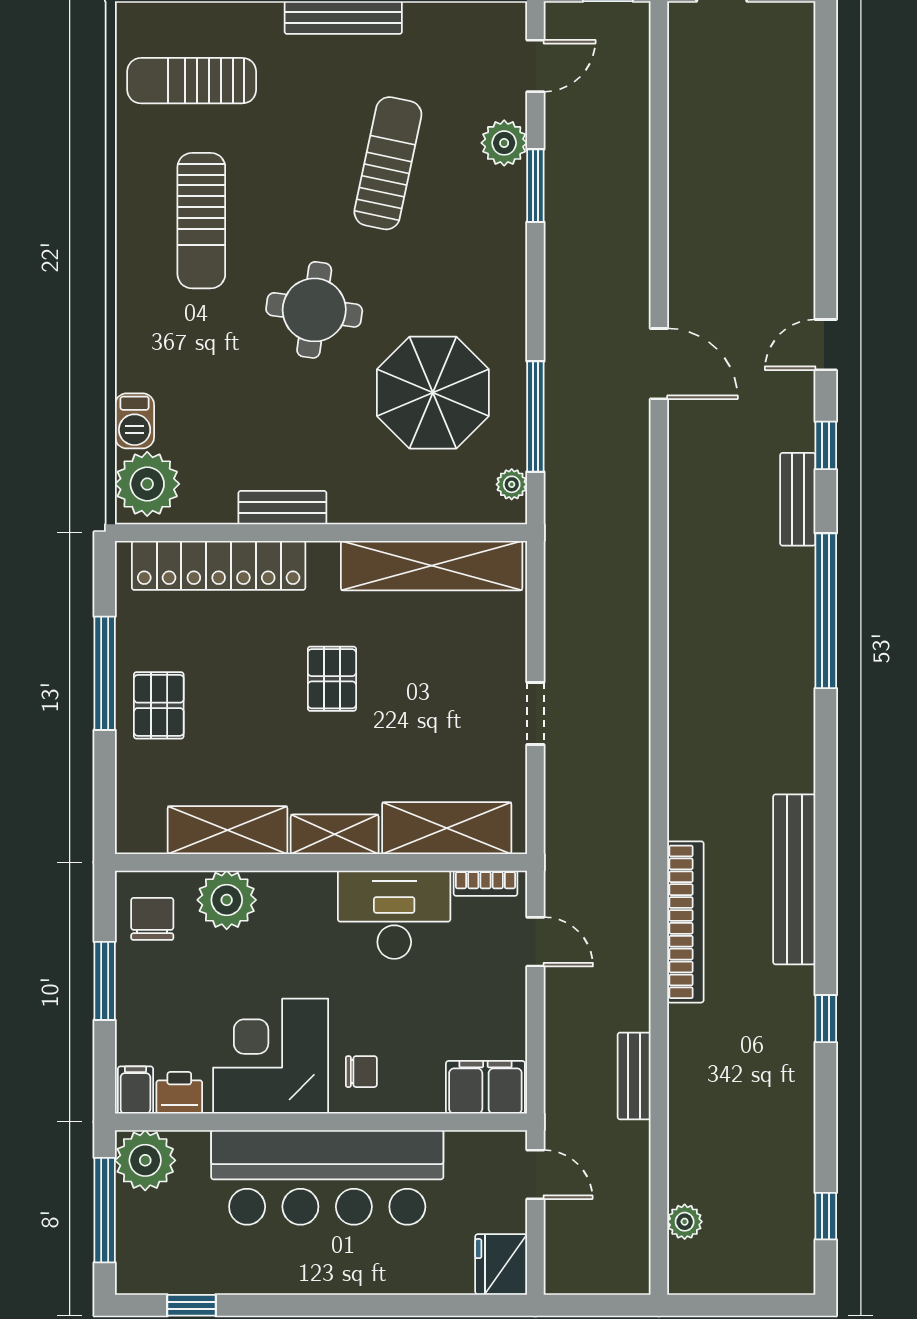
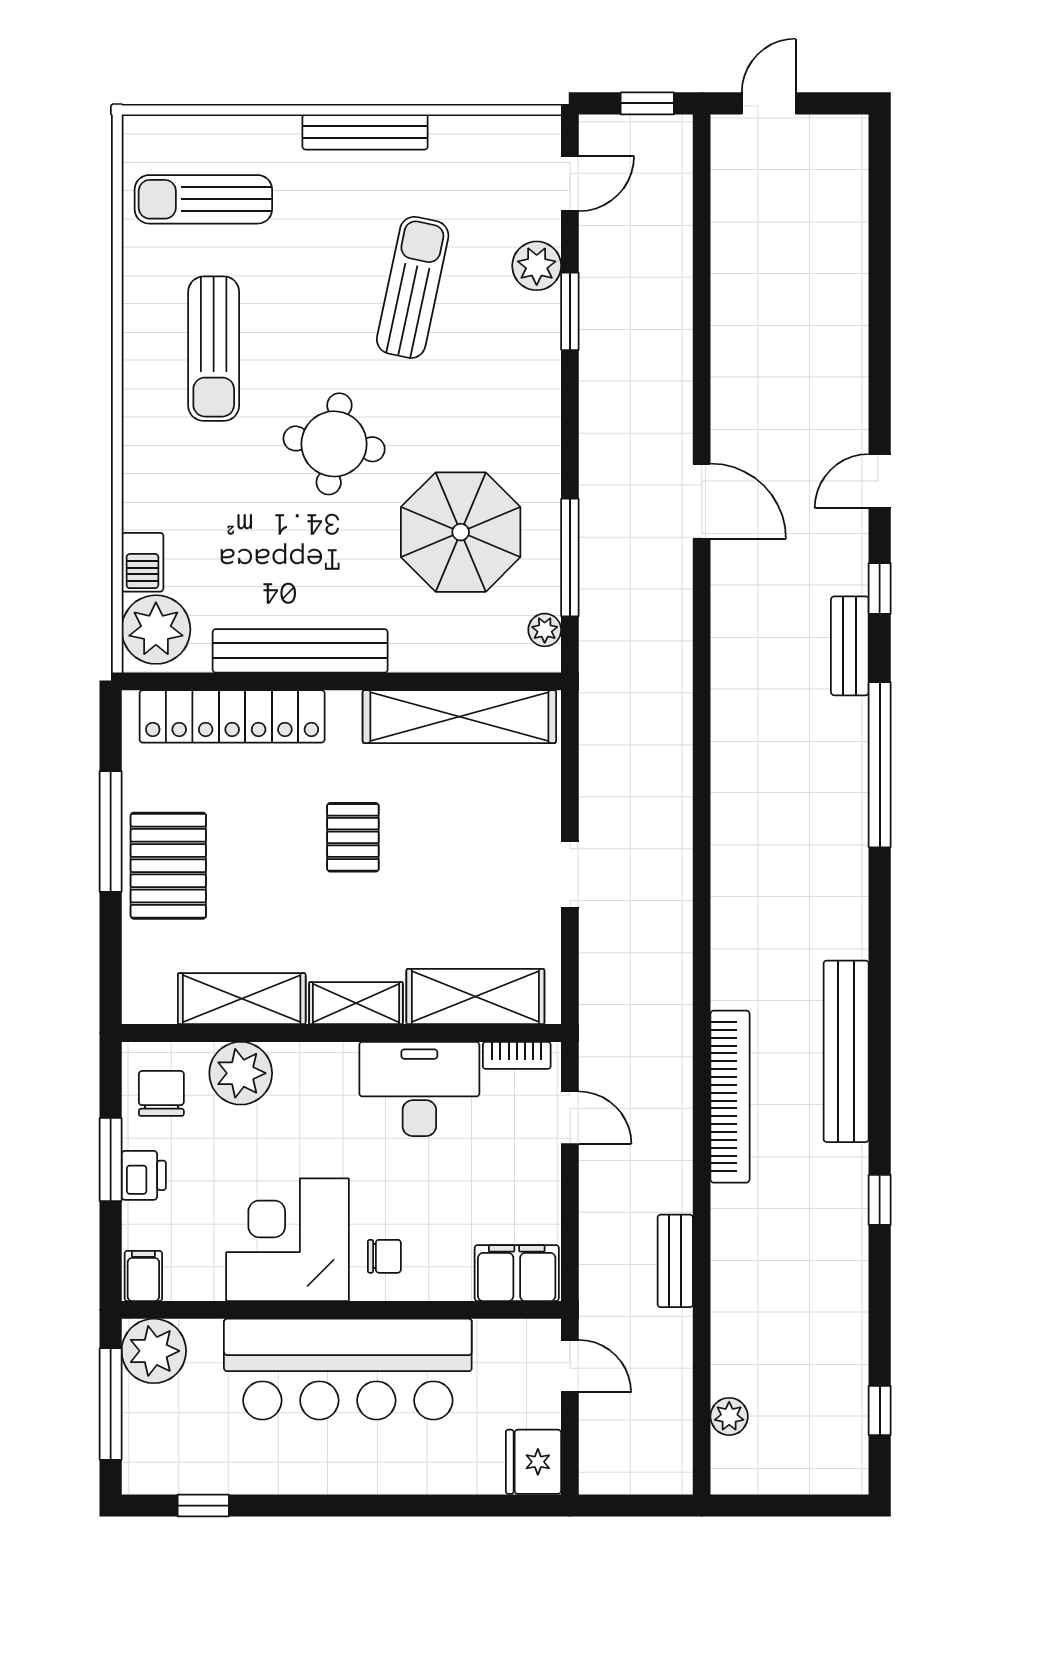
bench: (282, 508) -> (300, 651), width x1.86, depth x1.21
pallet: (159, 705) -> (168, 866), width x1.50, depth x1.42
printer: (179, 1093) -> (144, 1175), moved, turned 90

